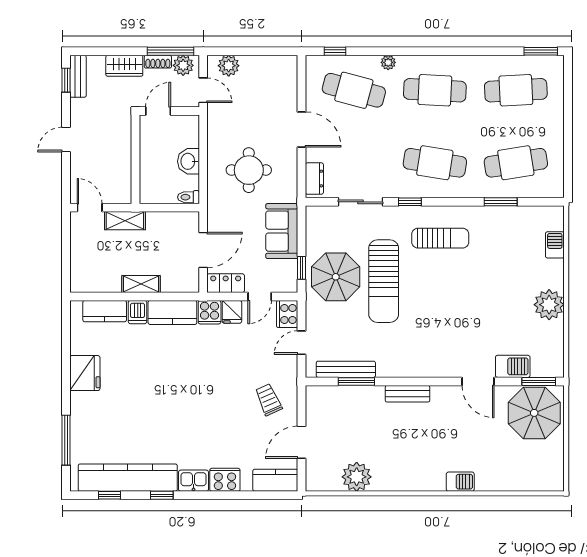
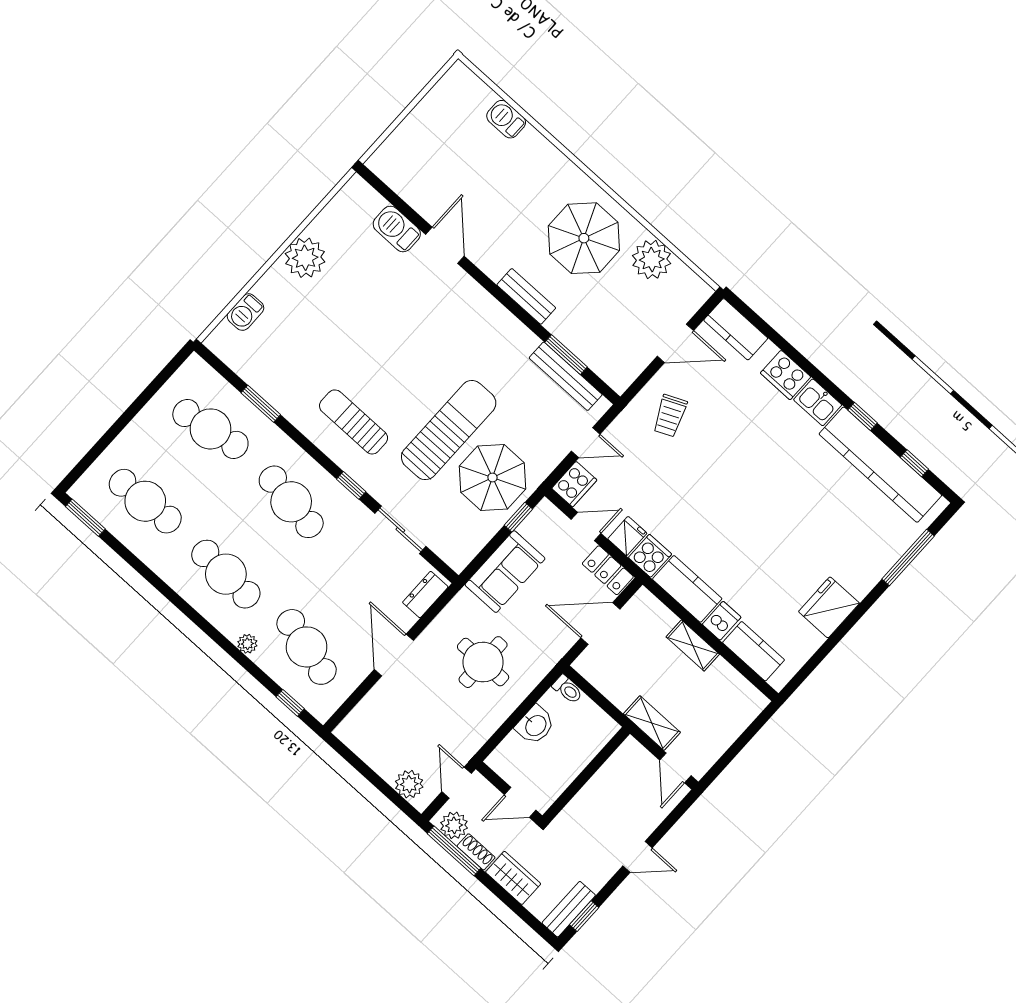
window: (539, 381) -> (384, 191), removed
parasol: (534, 413) -> (584, 238), moved
barbecue: (460, 482) -> (506, 119), moved

